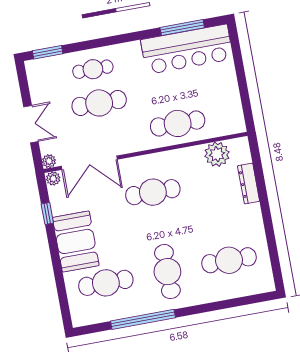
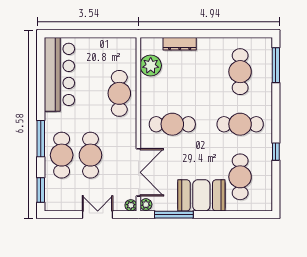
window: (182, 28) -> (41, 139), moved
cafe table: (93, 69) -> (62, 155), width x1.37, depth x1.35
cafe table: (153, 192) -> (172, 124), turned 90
window: (47, 213) -> (174, 215), width x2.17
window: (244, 301) -> (276, 65), added
window: (143, 319) -> (276, 152), width x0.32

